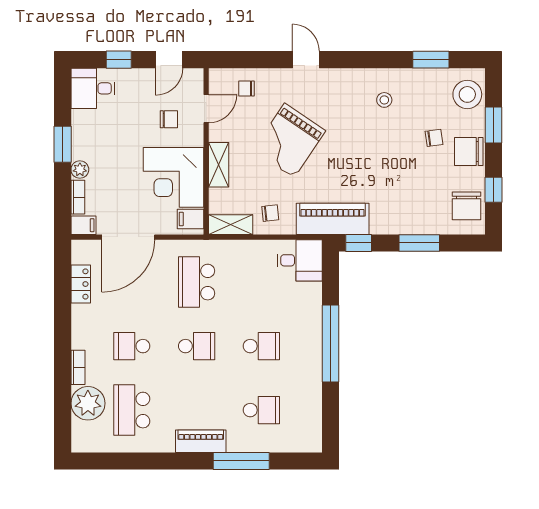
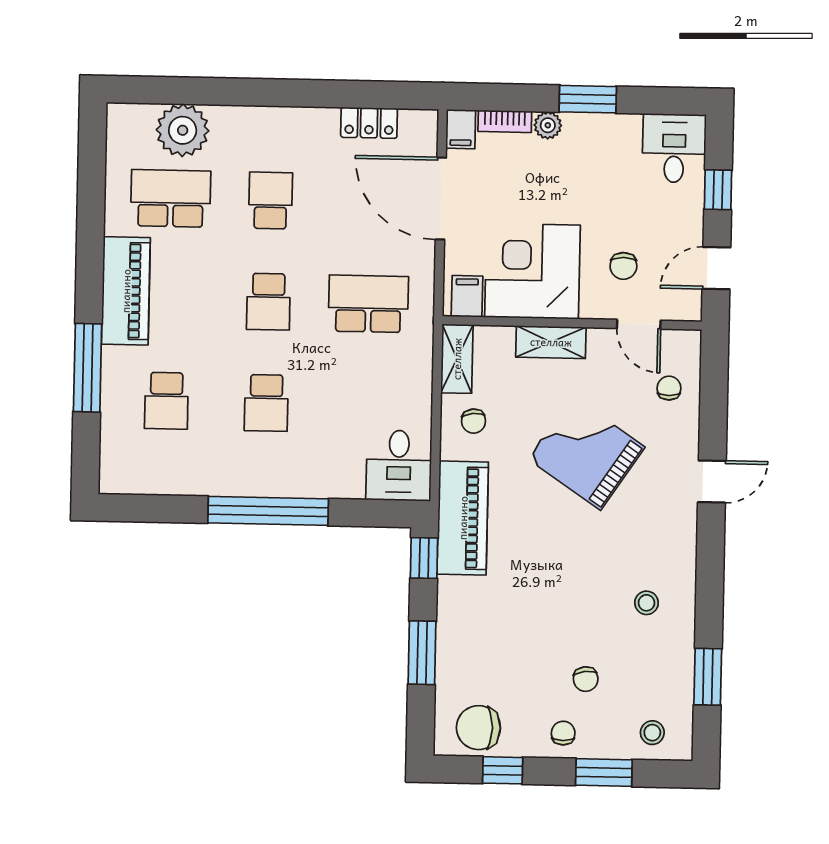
door: (169, 60) -> (716, 268), hinge flipped
stool: (467, 94) -> (652, 733), width x0.53, depth x0.53
chair: (469, 152) -> (563, 733), width x0.54, depth x0.54
bookcase: (78, 367) -> (239, 116), removed
piano: (201, 441) -> (126, 291), width x1.37, depth x1.33

